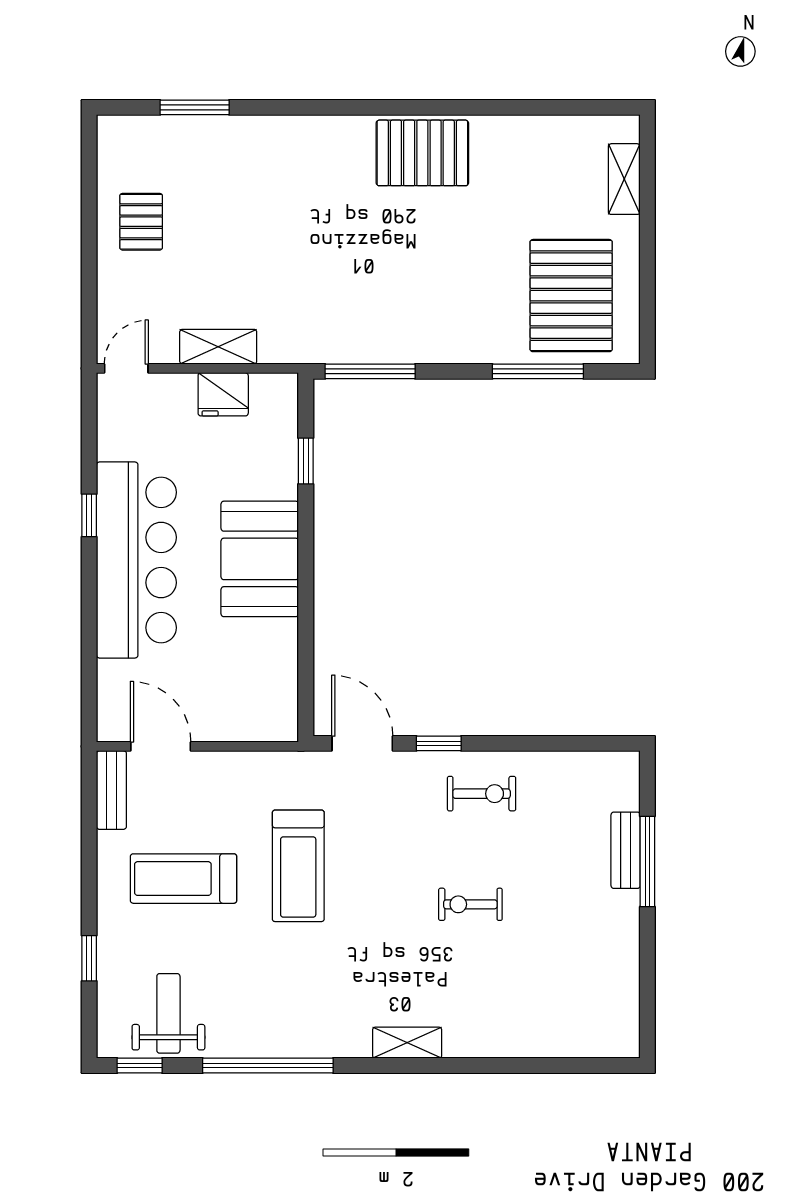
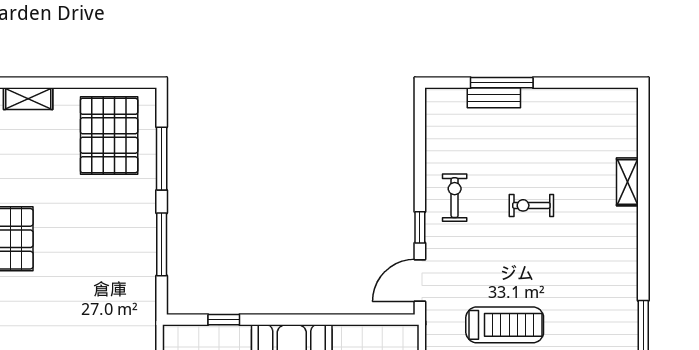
pallet: (571, 296) -> (109, 136), turned 90
window: (370, 371) -> (162, 244), moved
exercise bike: (470, 904) -> (531, 205), turned 90
shelving: (407, 1043) -> (627, 182), moved

